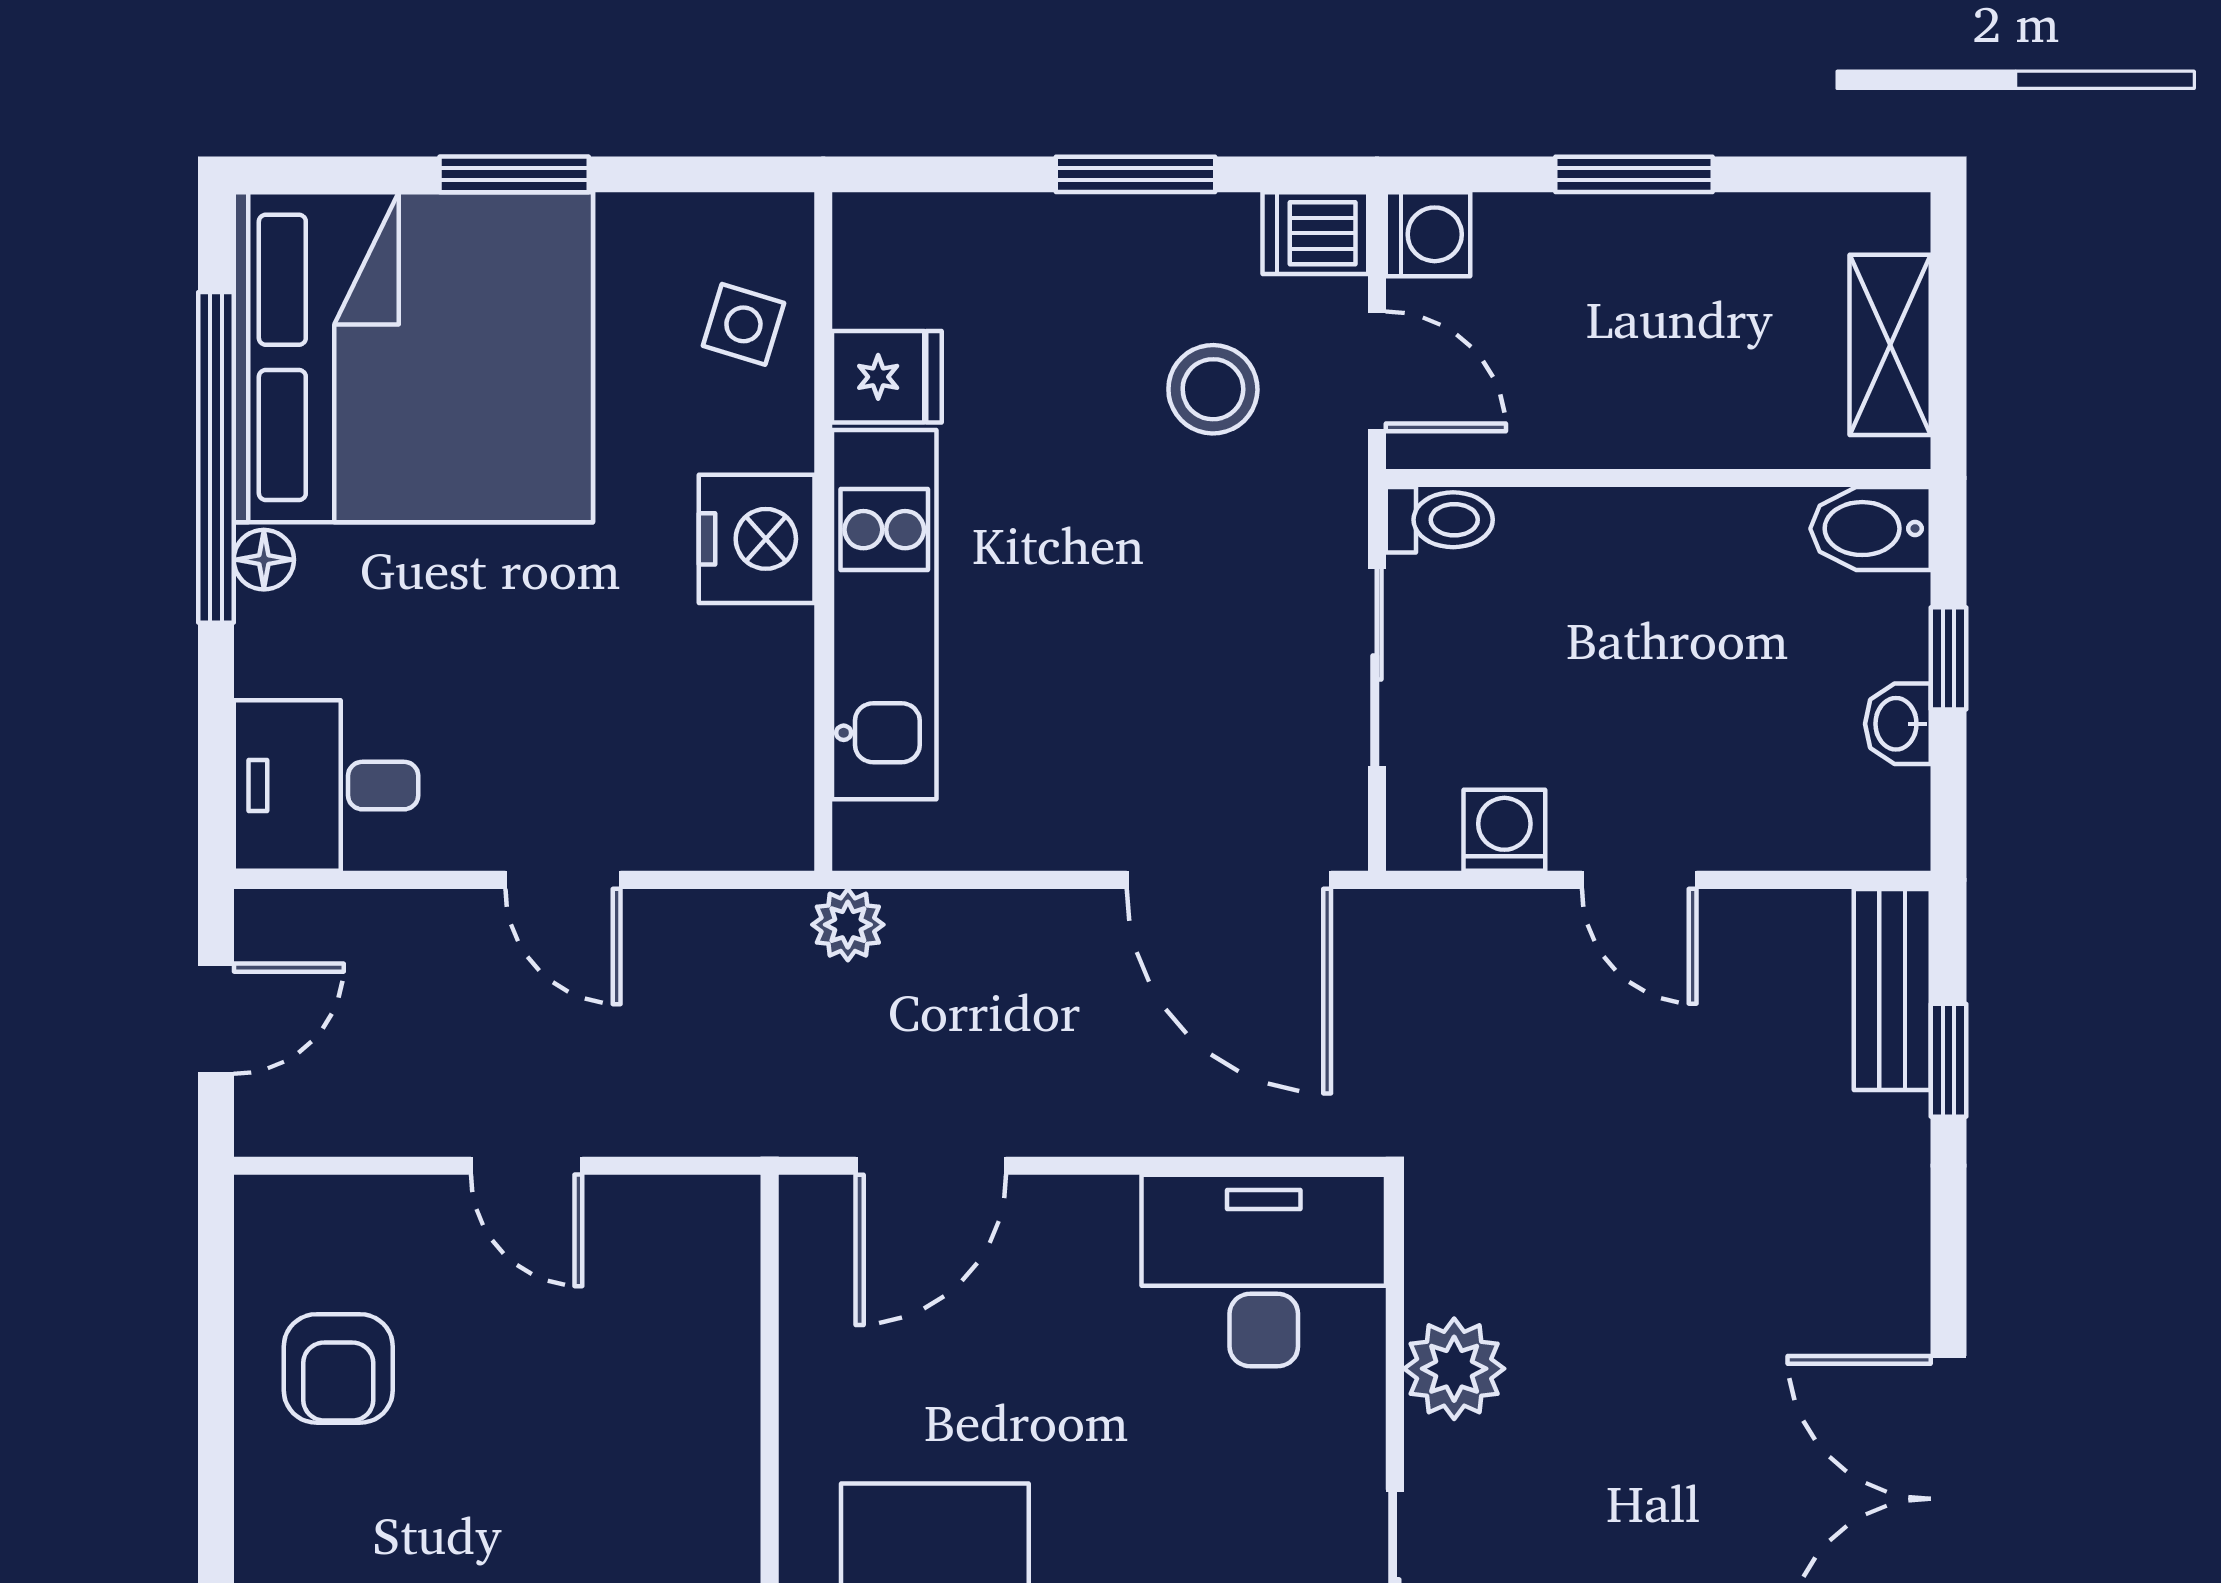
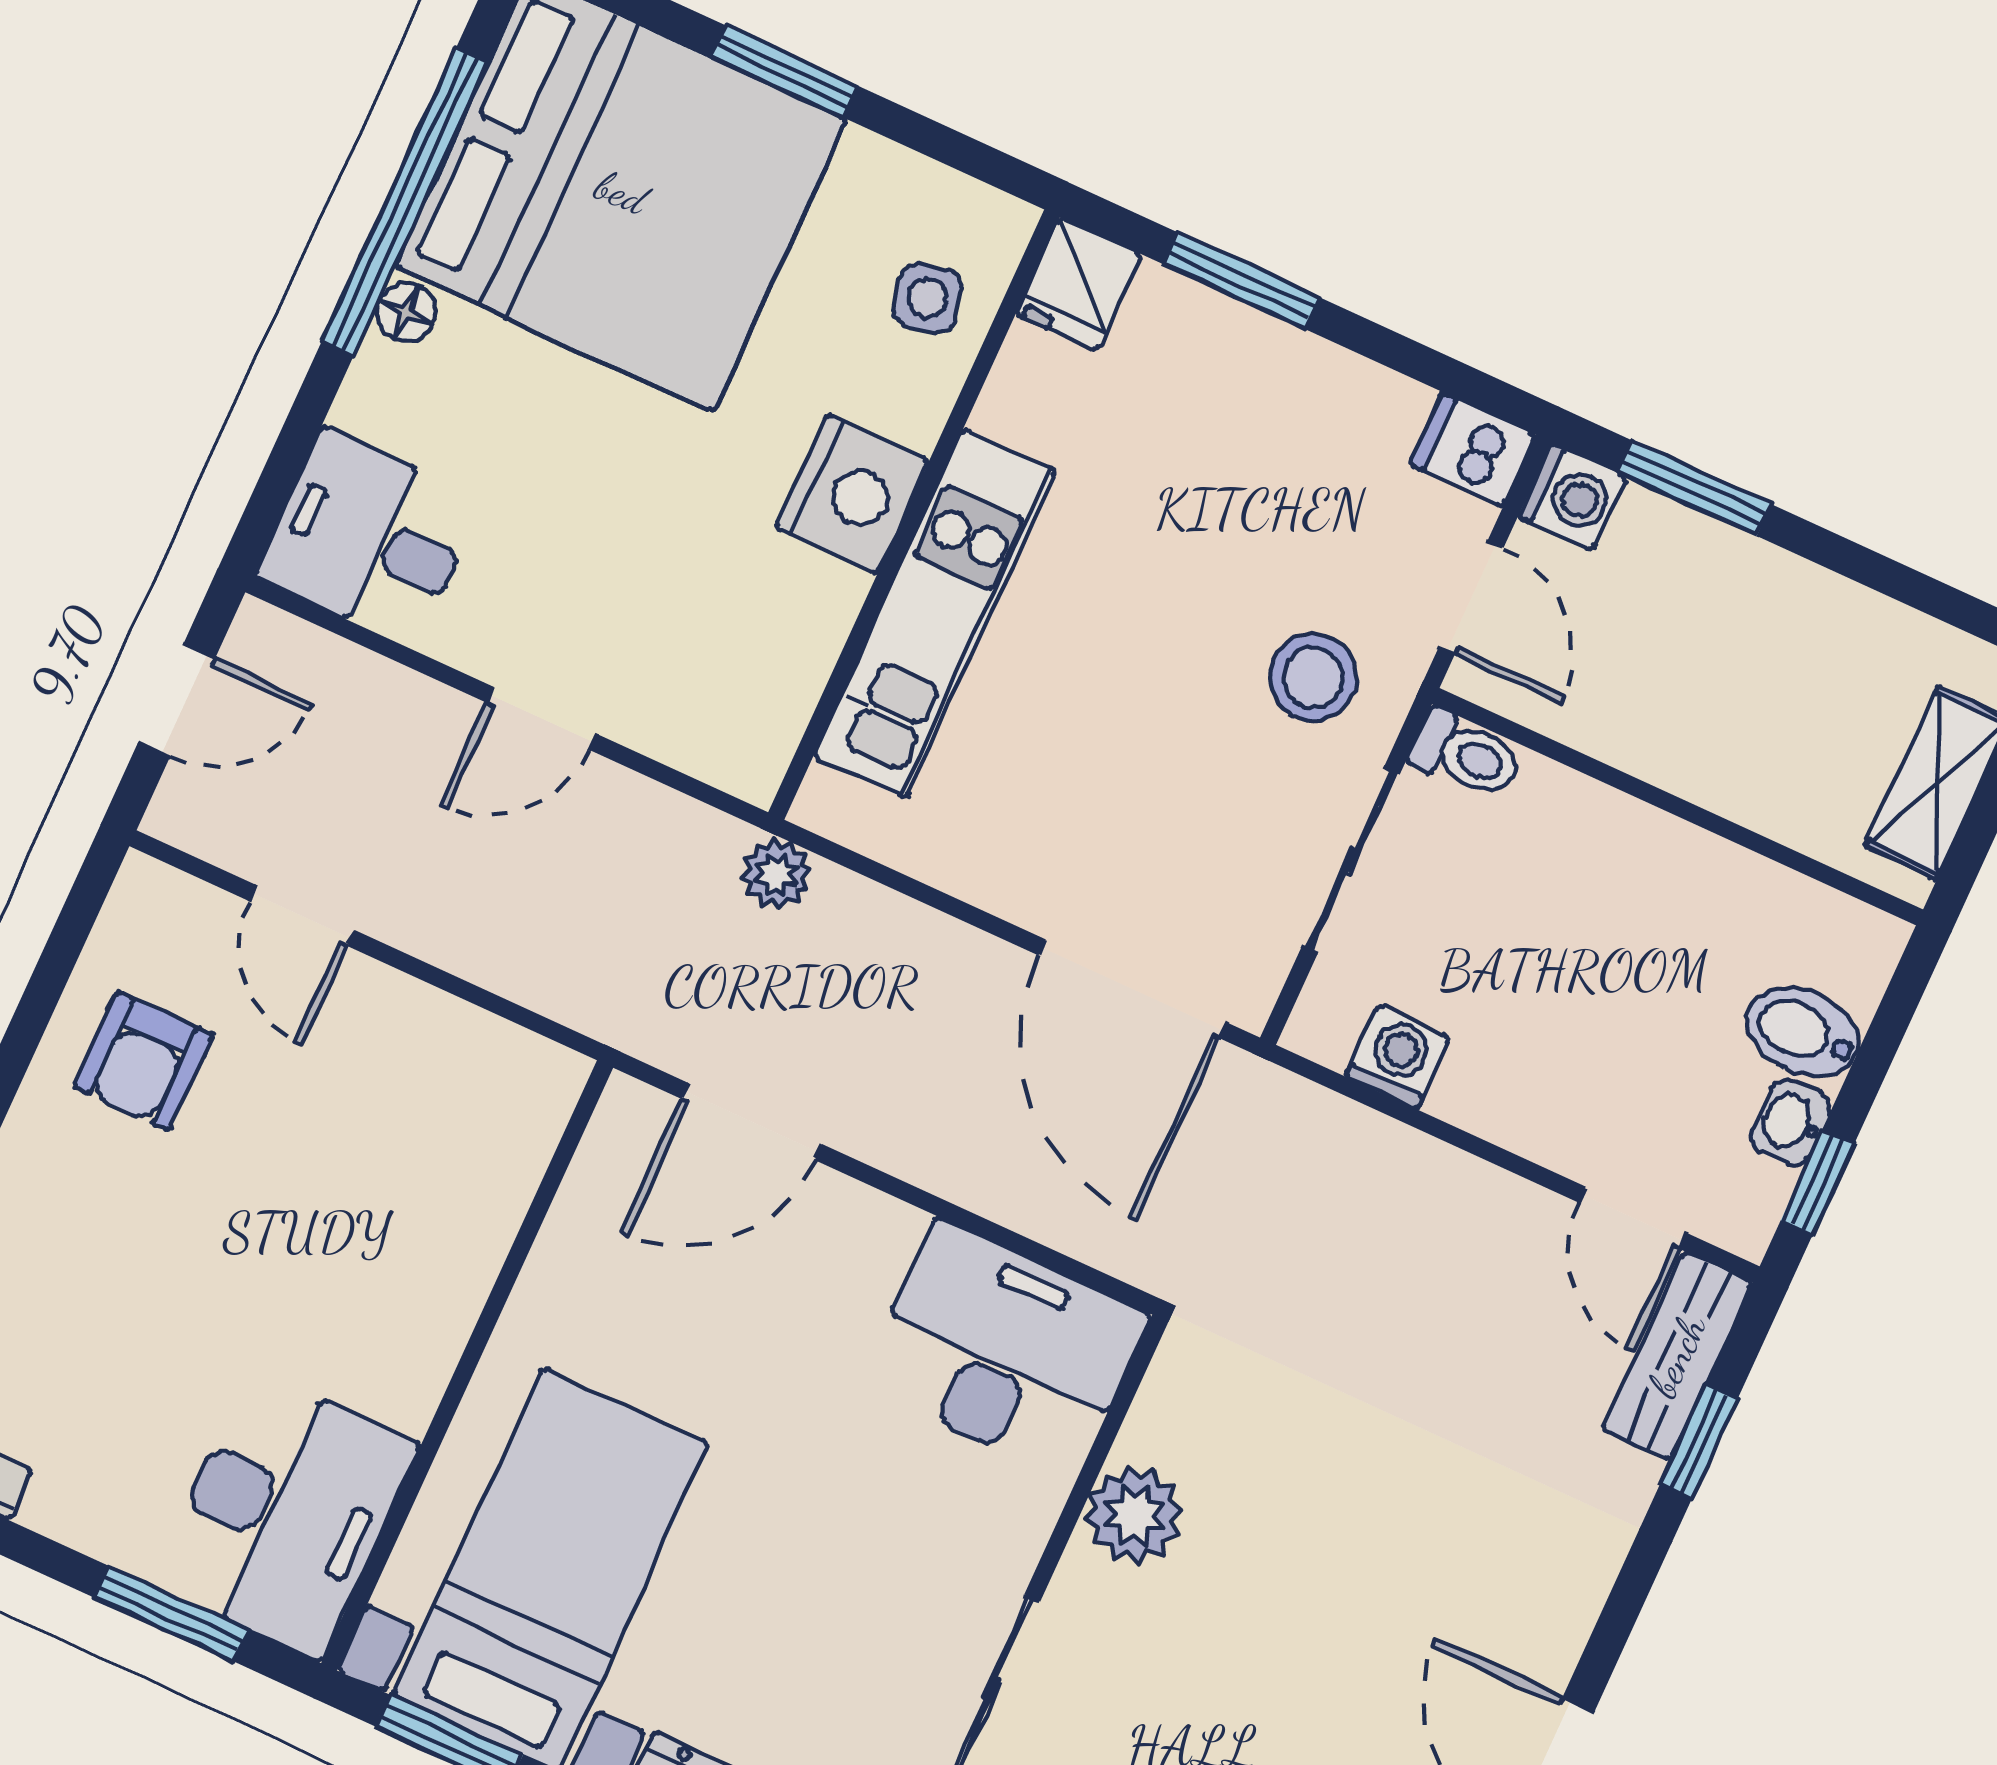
window: (1135, 174) -> (1241, 281), moved
window: (1634, 174) -> (1694, 488), moved
side table: (743, 324) -> (928, 298), turned -31
fridge: (887, 377) -> (1079, 284), moved, turned 90
stool: (1213, 389) -> (1313, 677), moved
bidet: (1871, 529) -> (1802, 1032), moved
window: (1949, 658) -> (1818, 1182), moved
door: (563, 880) -> (541, 718), hinge flipped
door: (1639, 880) -> (1633, 1218), moved
door: (527, 1166) -> (302, 915), moved

